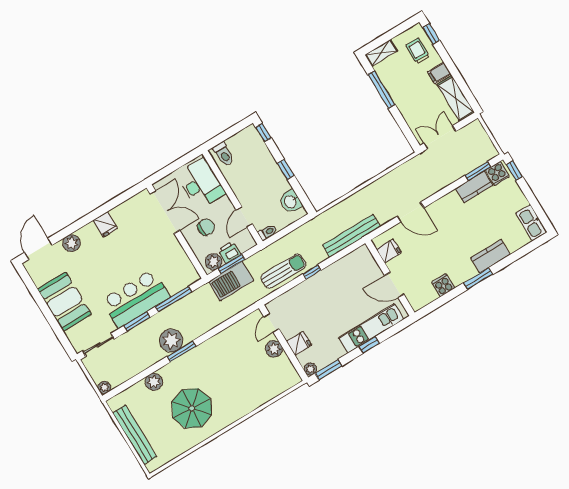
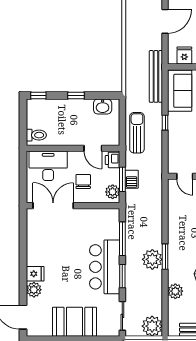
fridge: (105, 224) -> (35, 274), moved
toilet: (268, 232) -> (115, 138), removed
printer: (229, 252) -> (113, 160), moved
sofa: (352, 267) -> (180, 91), added
sun lounger: (283, 271) -> (137, 133), moved
barbecue: (231, 281) -> (132, 179), width x0.53, depth x0.65
plant: (104, 387) -> (152, 326), width x1.88, depth x1.88

